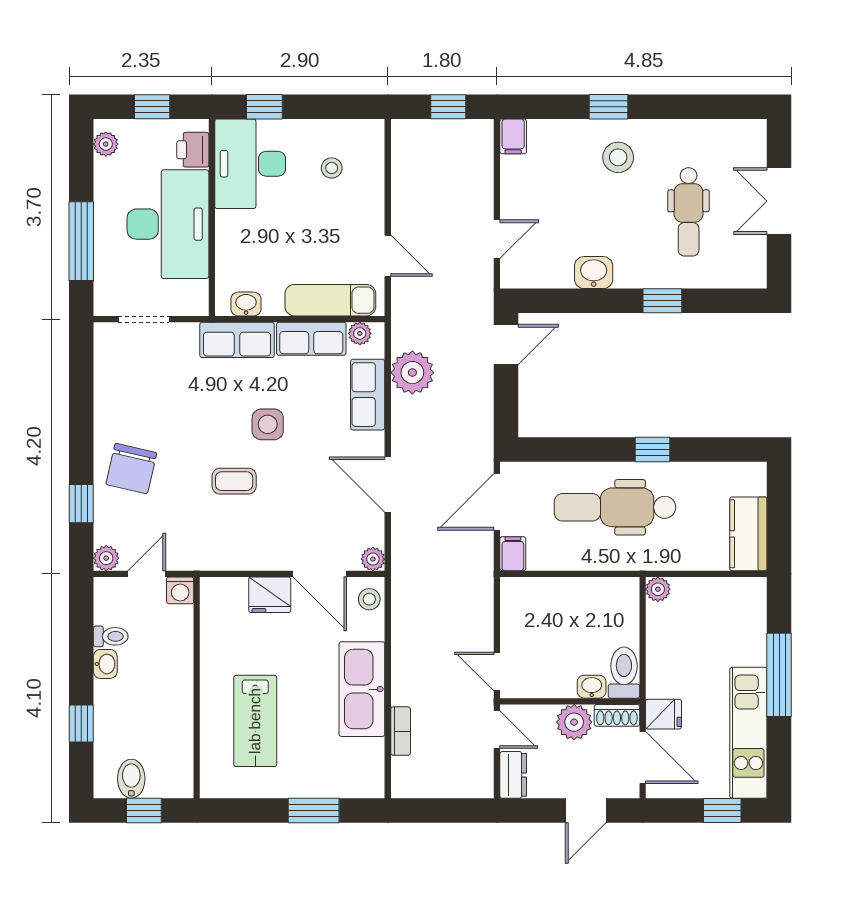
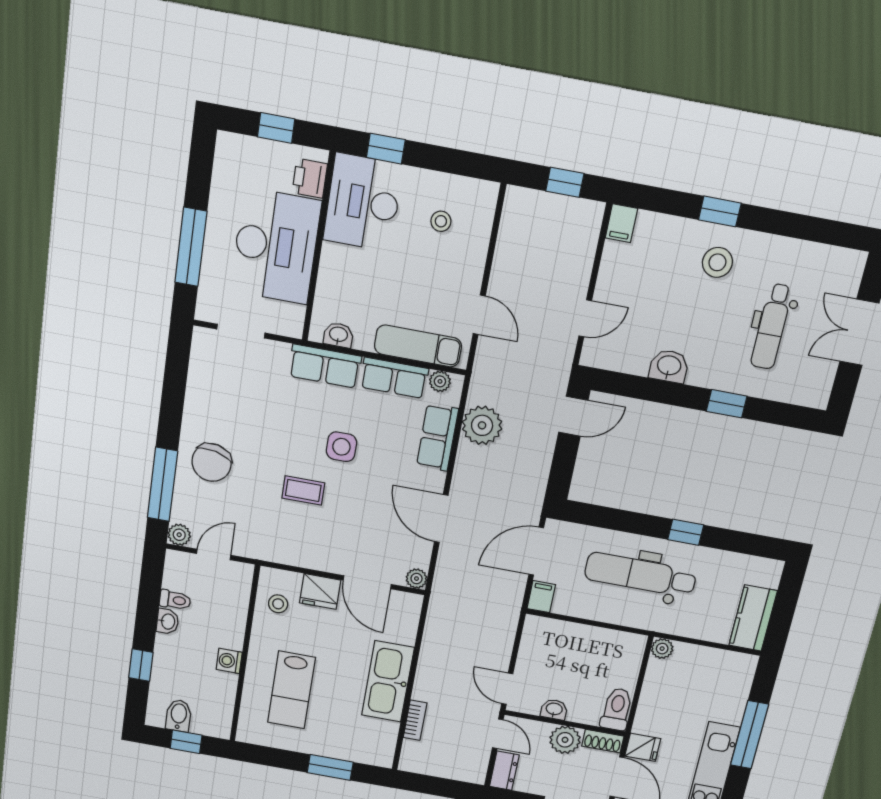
plant: (106, 144) -> (226, 157), removed
window: (81, 504) -> (162, 484), width x2.17
washing machine: (180, 590) -> (229, 661), moved, turned 90
stool: (369, 599) -> (278, 604), moved
washbasin: (592, 687) -> (554, 709), moved

